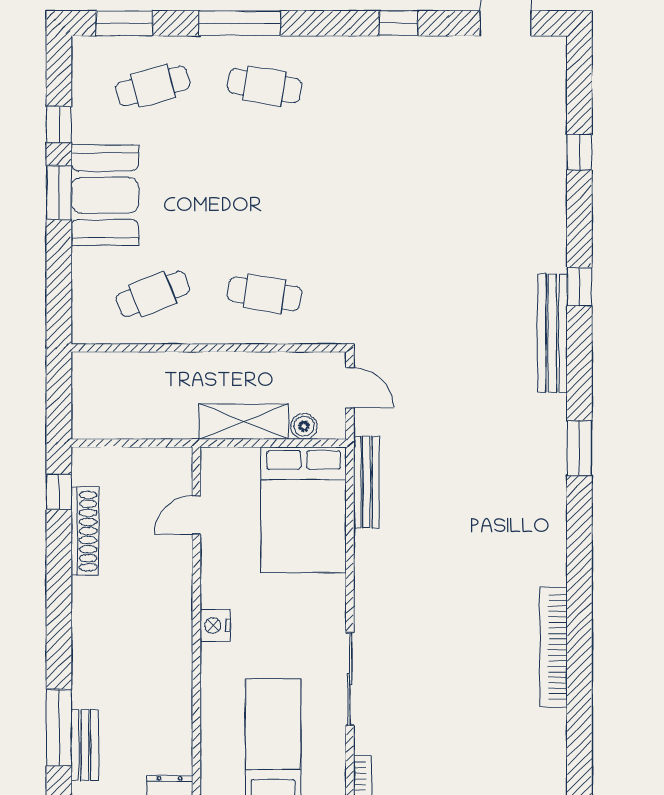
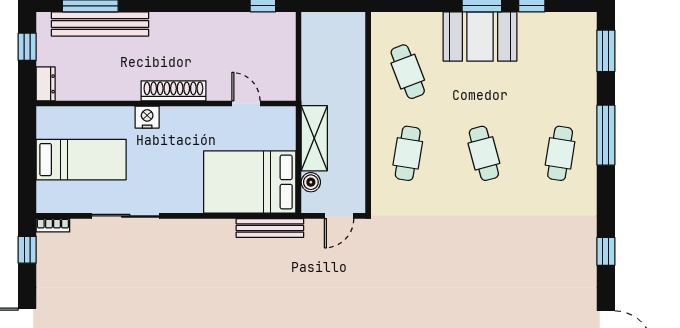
cafe table: (153, 86) -> (484, 153), moved
shoe rack: (85, 531) -> (173, 91), moved, turned 180
nightstand: (215, 625) -> (147, 117), moved
bench: (85, 745) -> (100, 24), width x1.86, depth x1.21

